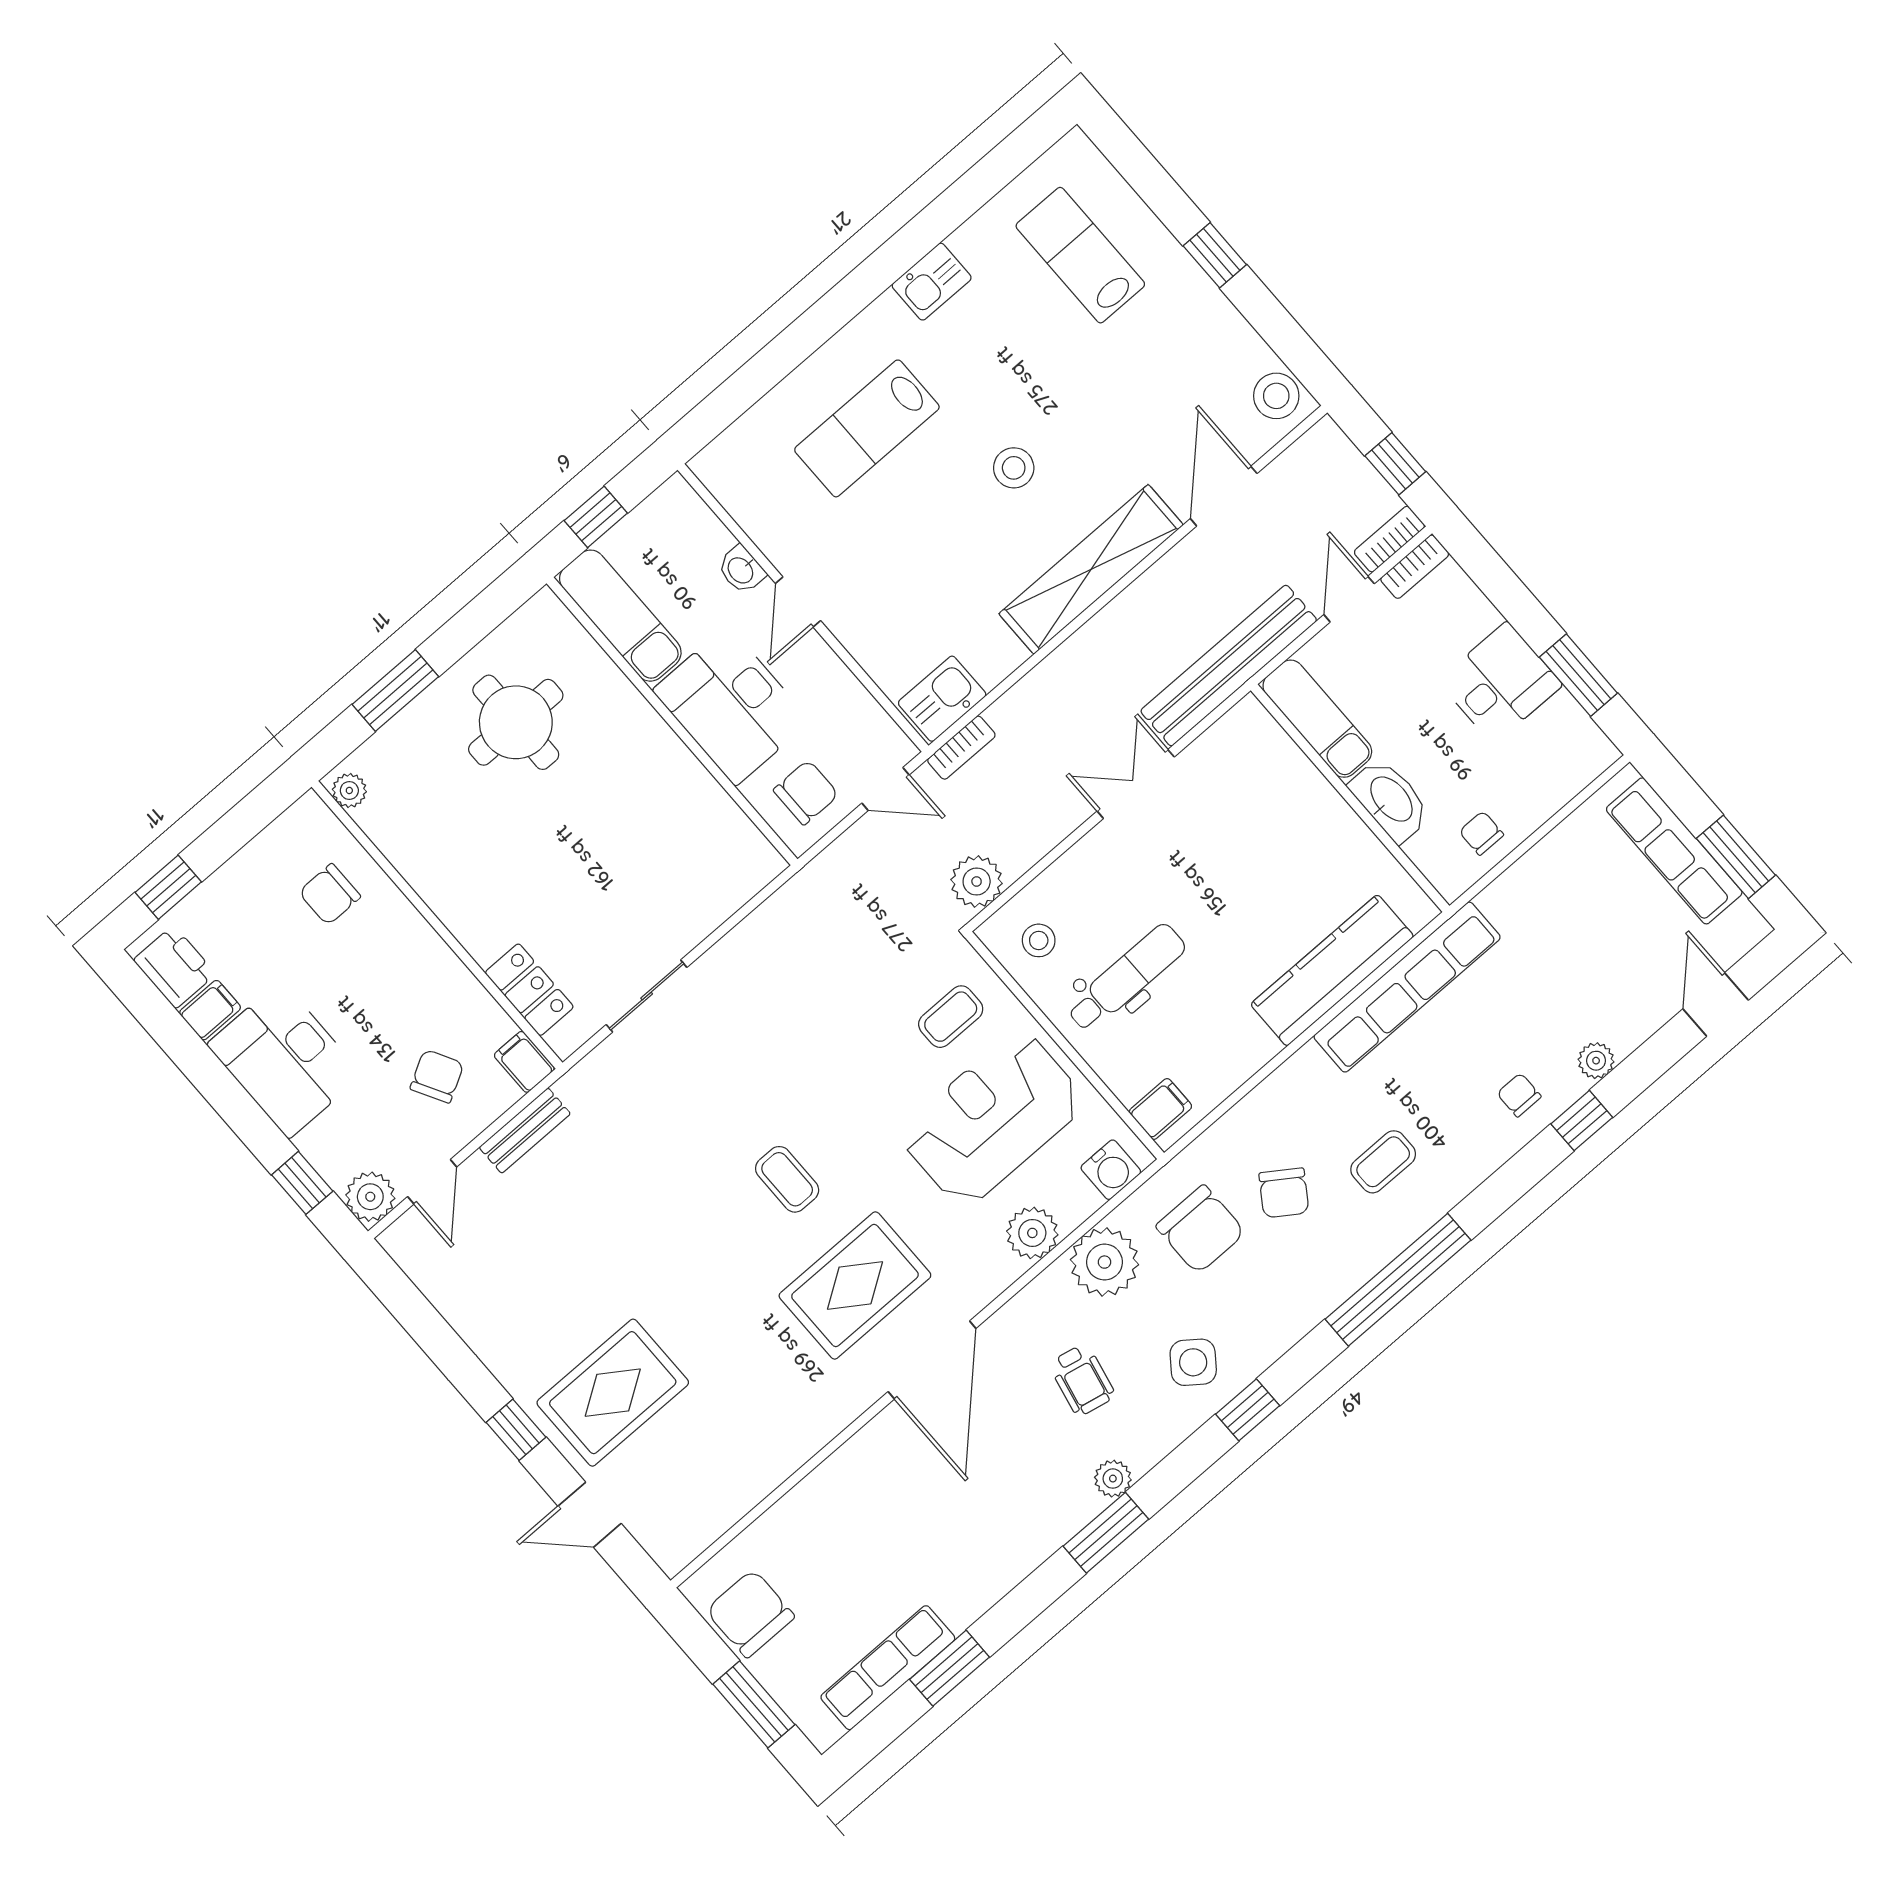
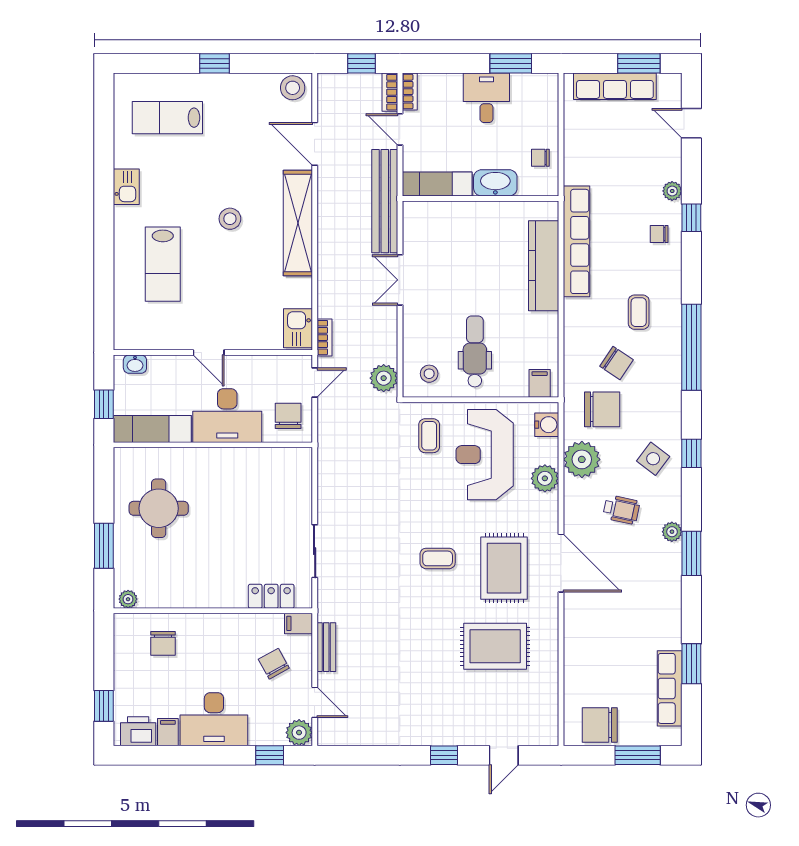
washbasin: (741, 570) -> (135, 364), moved
rug: (613, 1393) -> (495, 646), moved, turned 90

